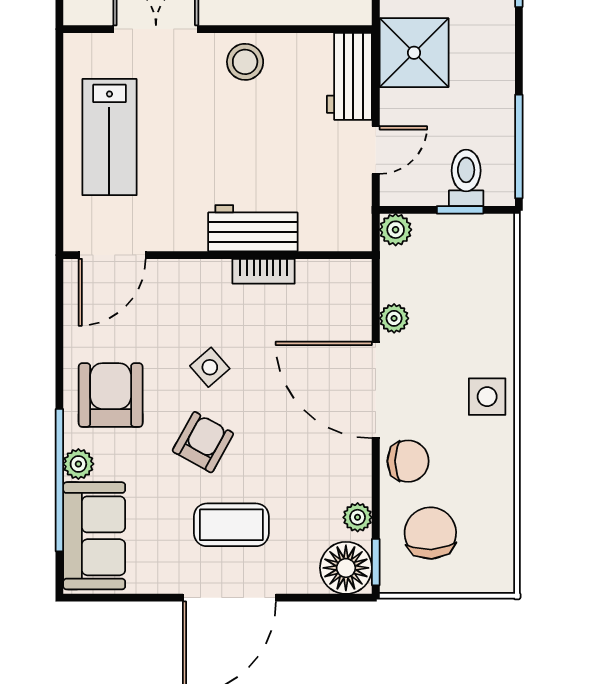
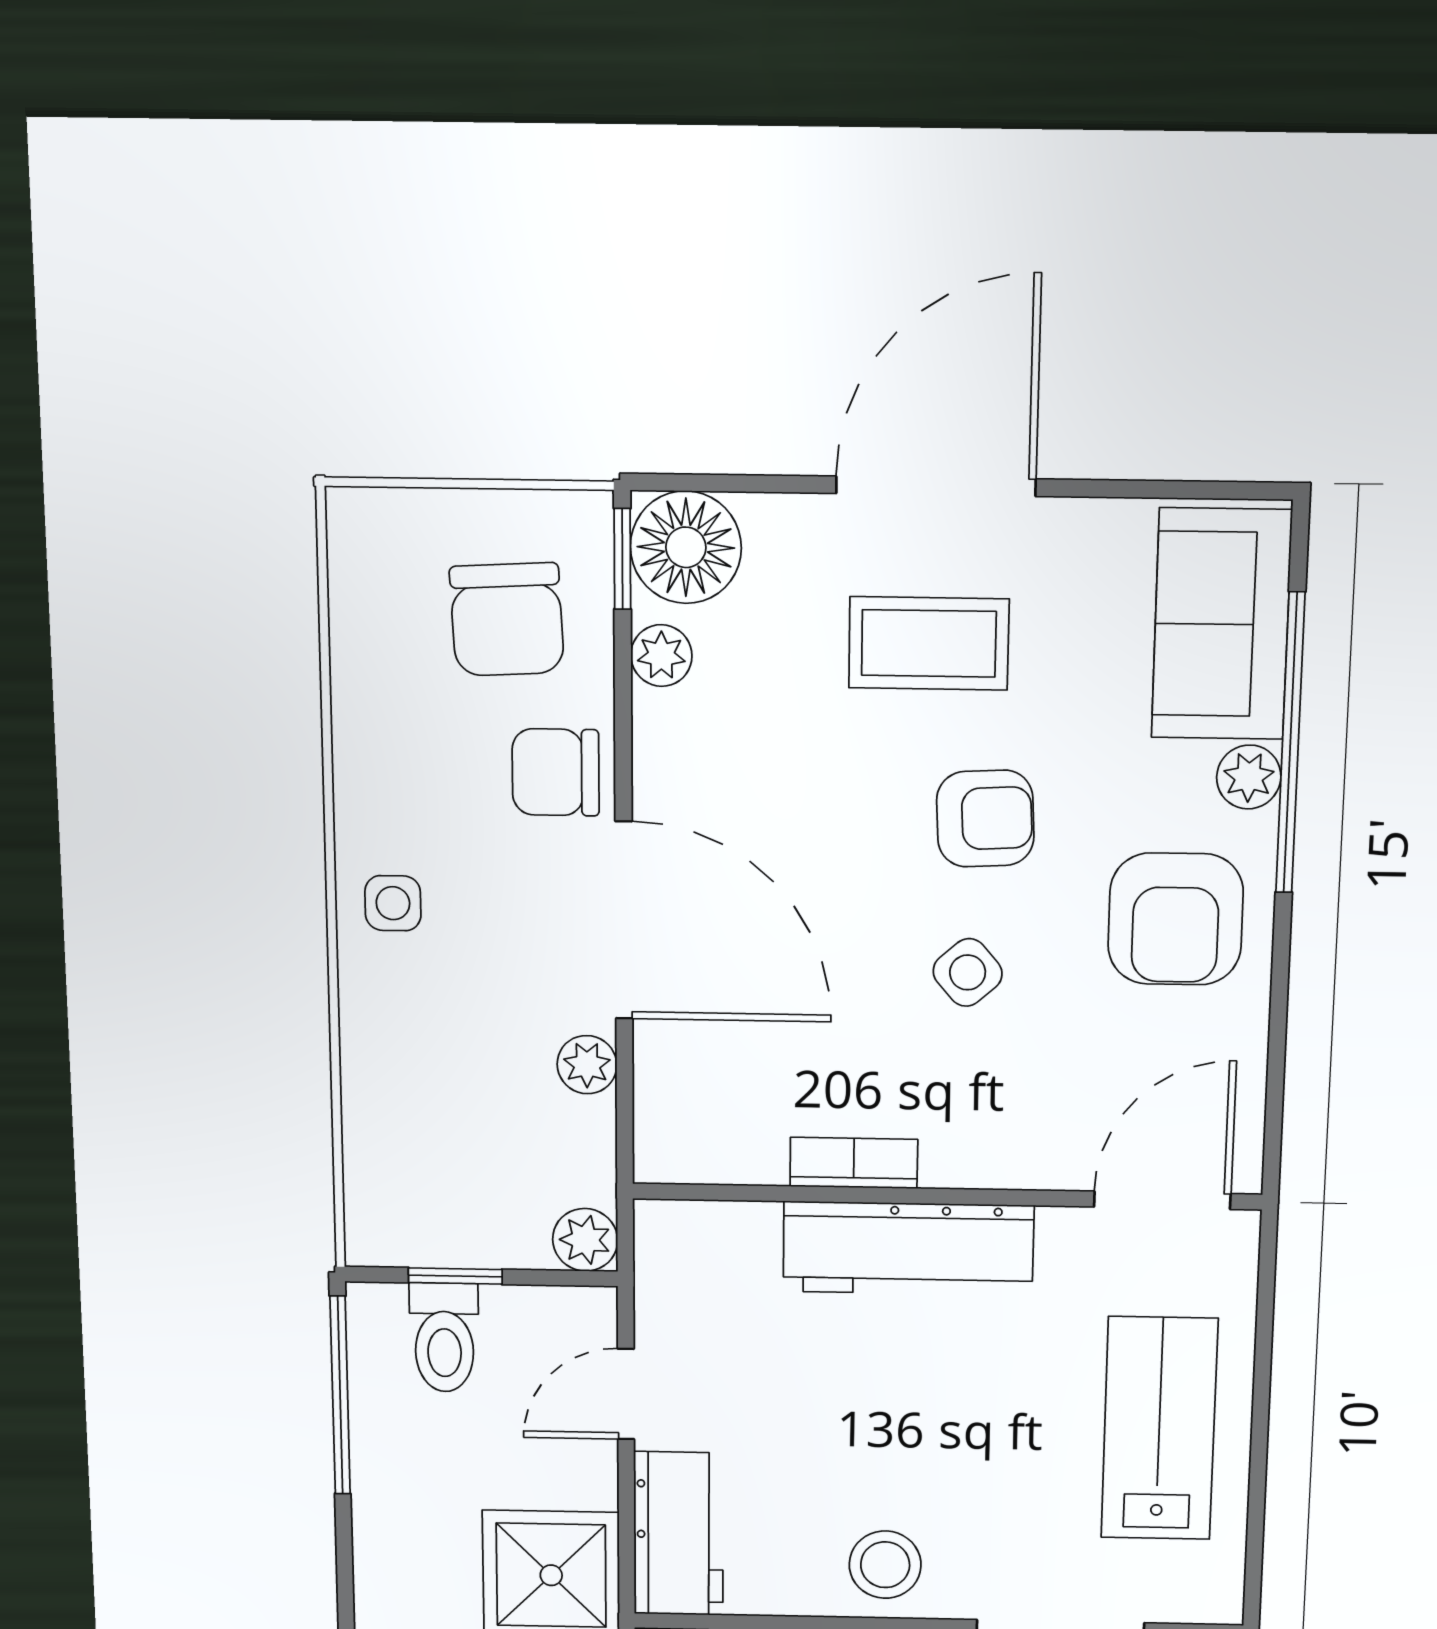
workbench: (253, 228) -> (908, 1248), width x1.37
side table: (487, 397) -> (393, 903), width x0.73, depth x0.73
armchair: (203, 442) -> (985, 819), turned -122

